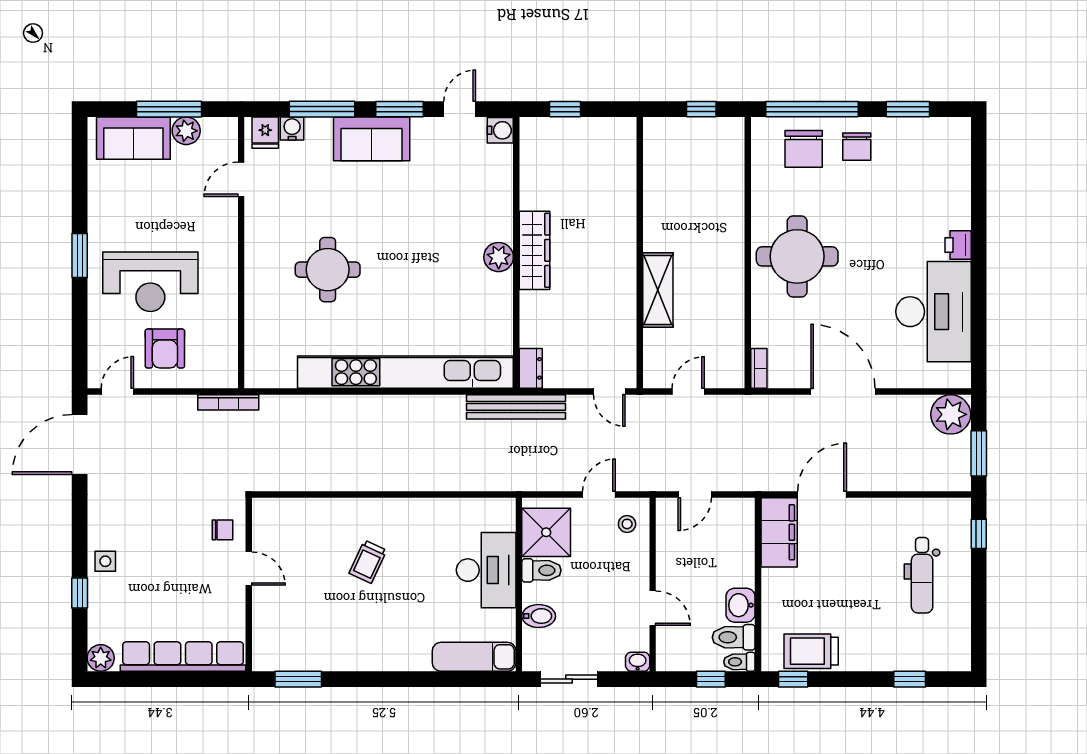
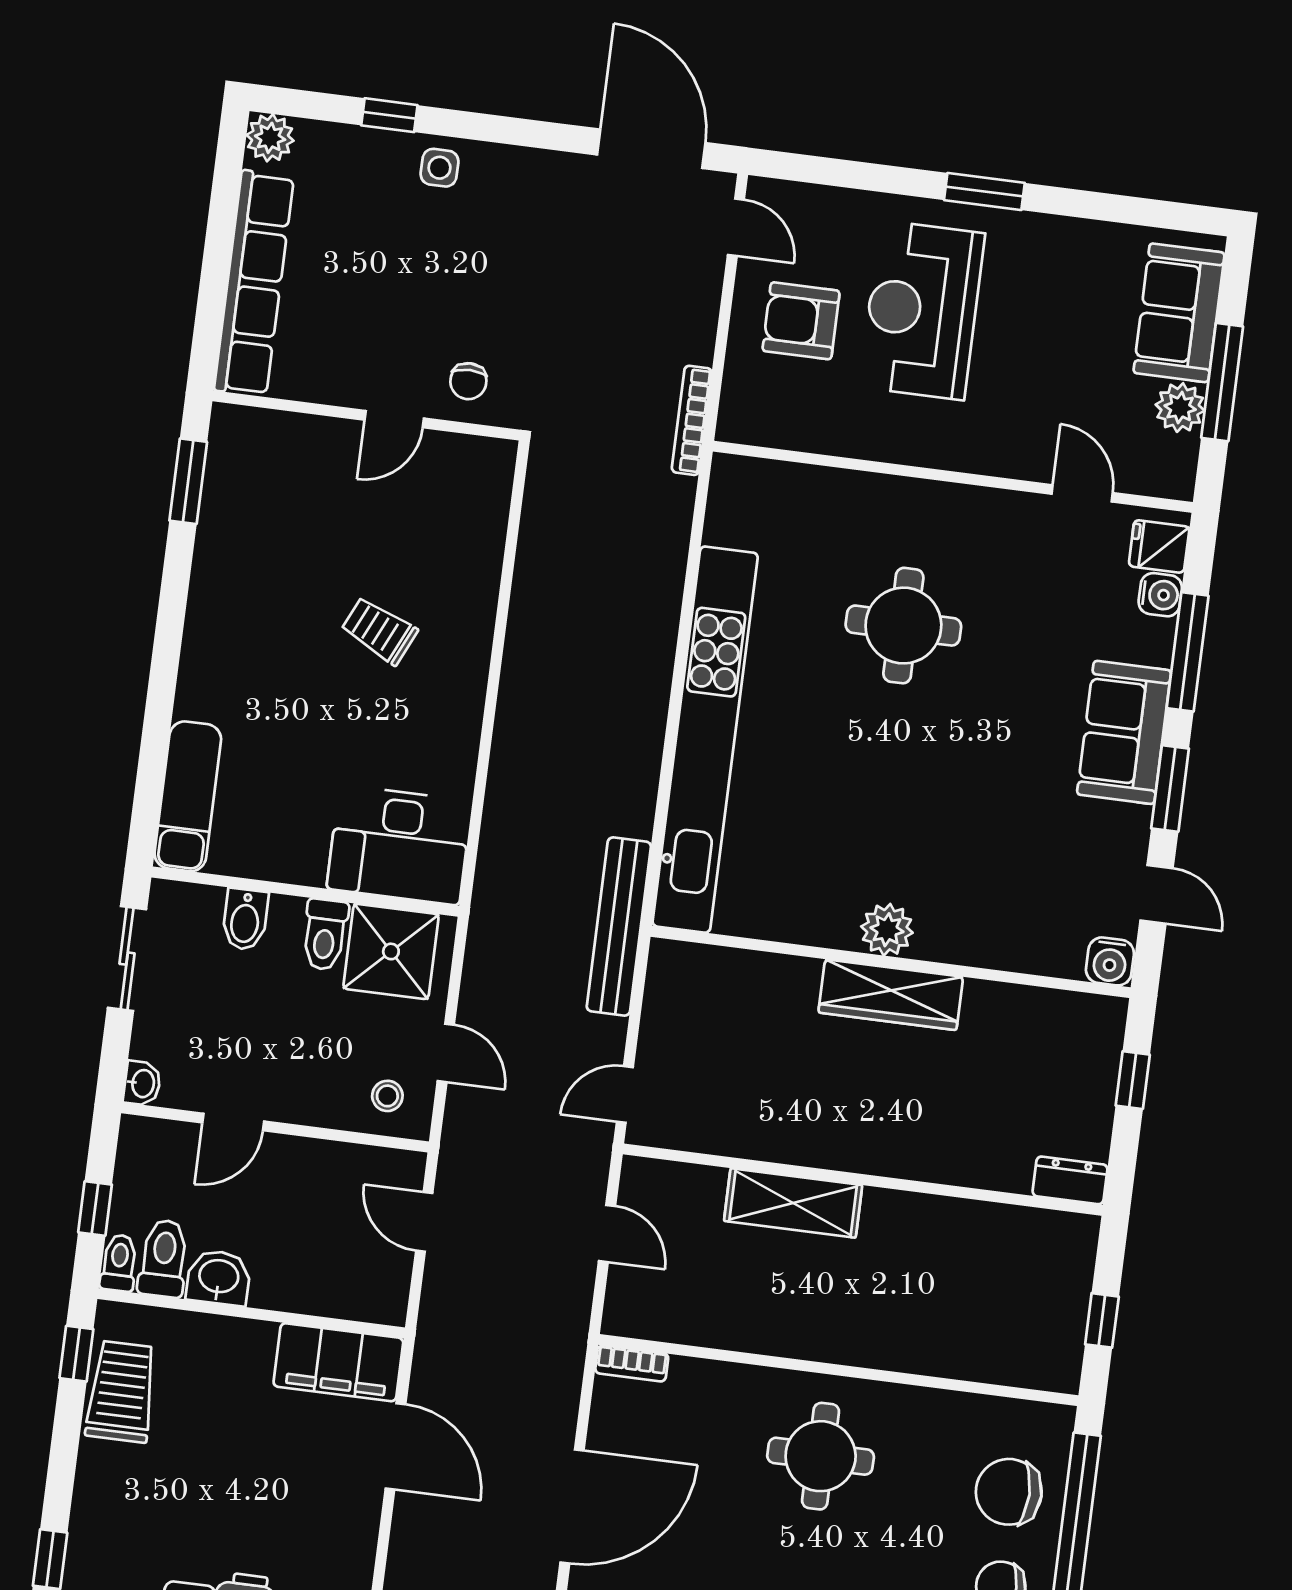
round table: (797, 256) -> (821, 1456), width x0.73, depth x0.73
dresser: (531, 368) -> (1070, 1180), moved, turned 180
desk: (486, 570) -> (399, 845), moved

